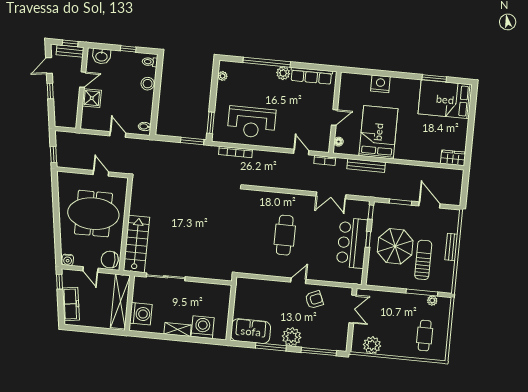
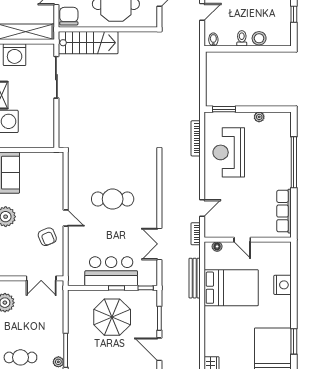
toilet: (150, 62) -> (242, 38), moved
plant: (283, 73) -> (284, 181), removed
plant: (223, 76) -> (259, 117), moved
window: (192, 141) -> (203, 91), removed
door: (429, 205) -> (159, 349), swing flipped
sun lounger: (423, 260) -> (100, 348), removed

